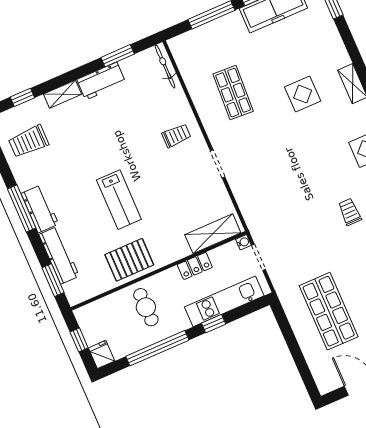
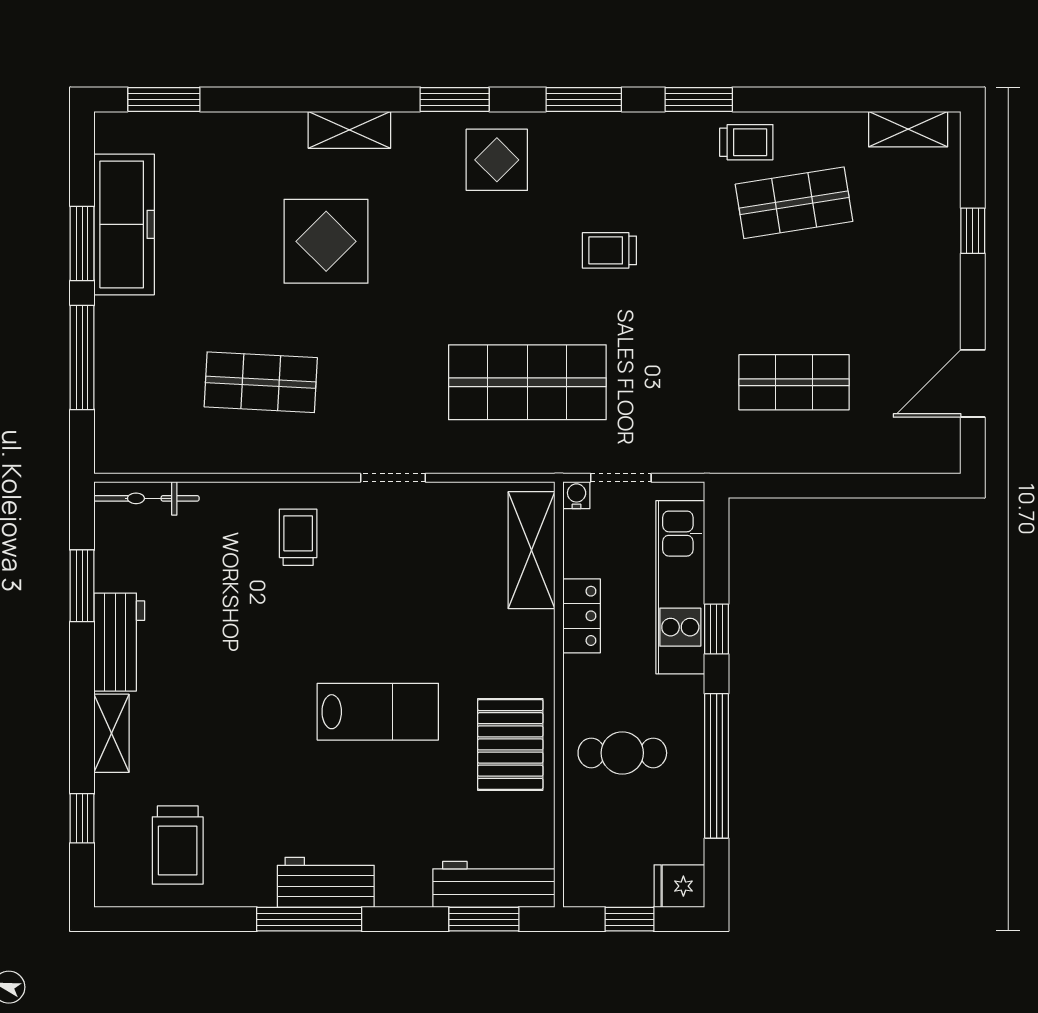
display table: (303, 94) -> (326, 241), width x1.36, depth x1.36
shop shelf: (281, 202) -> (527, 382), added
workbench: (59, 255) -> (494, 884), moved
shop shelf: (329, 311) -> (794, 382), width x0.70, depth x0.74

